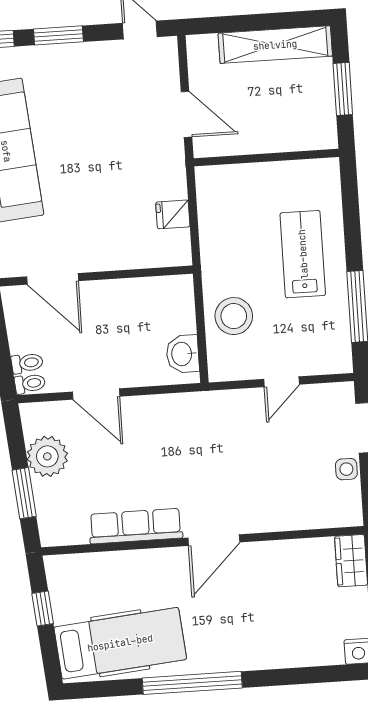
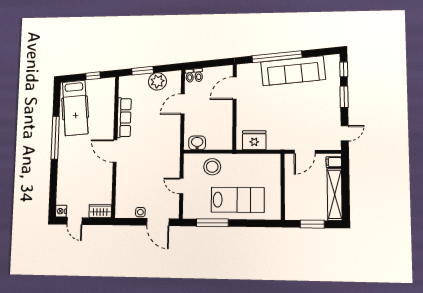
filing cabinet: (205, 50) -> (334, 162), added
fridge: (173, 214) -> (254, 140), width x1.88, depth x1.34
lab bench: (303, 254) -> (238, 200), width x1.36, depth x1.39

